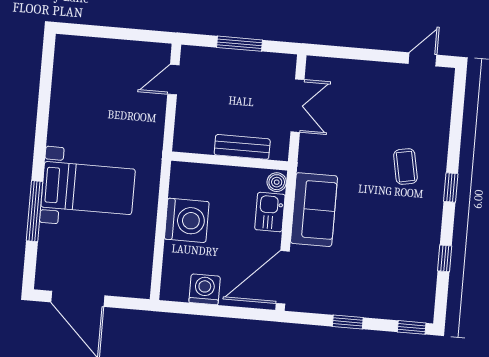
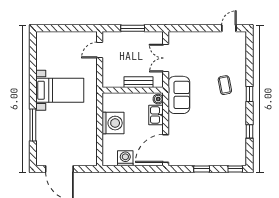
double door: (297, 106) -> (166, 58), swing flipped
bed with nightstands: (88, 188) -> (60, 90), moved
sofa: (314, 210) -> (179, 95), moved

